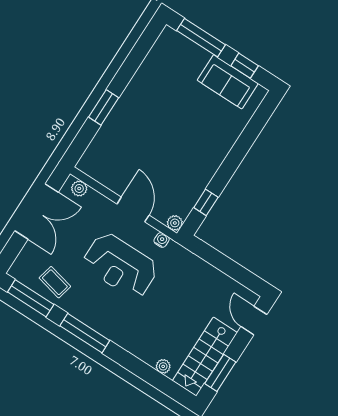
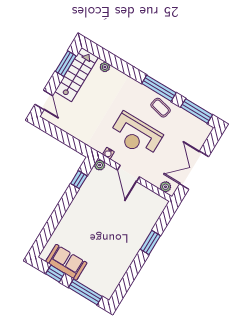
reception desk: (120, 265) -> (136, 135), turned 180
coffee table: (55, 282) -> (161, 108), moved

